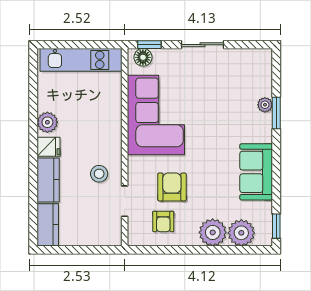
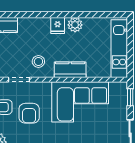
floor lamp: (143, 57) -> (121, 93), removed
kitchen counter: (48, 180) -> (70, 70), moved, turned 180
armchair: (172, 187) -> (29, 113), turned 90

